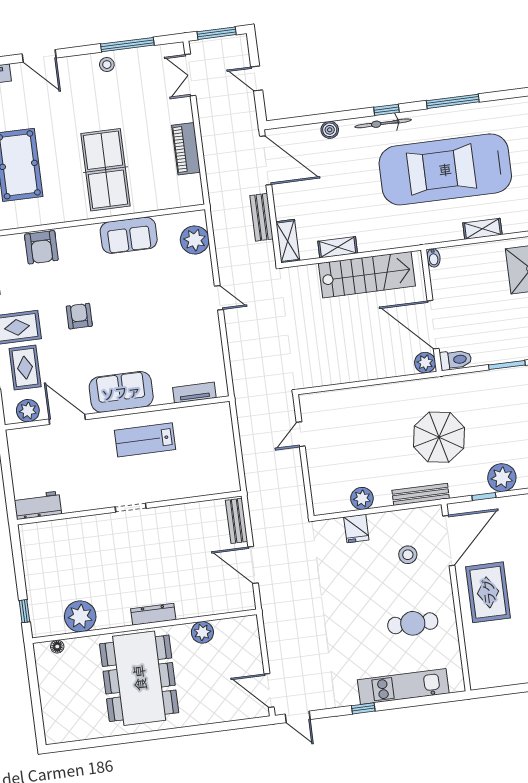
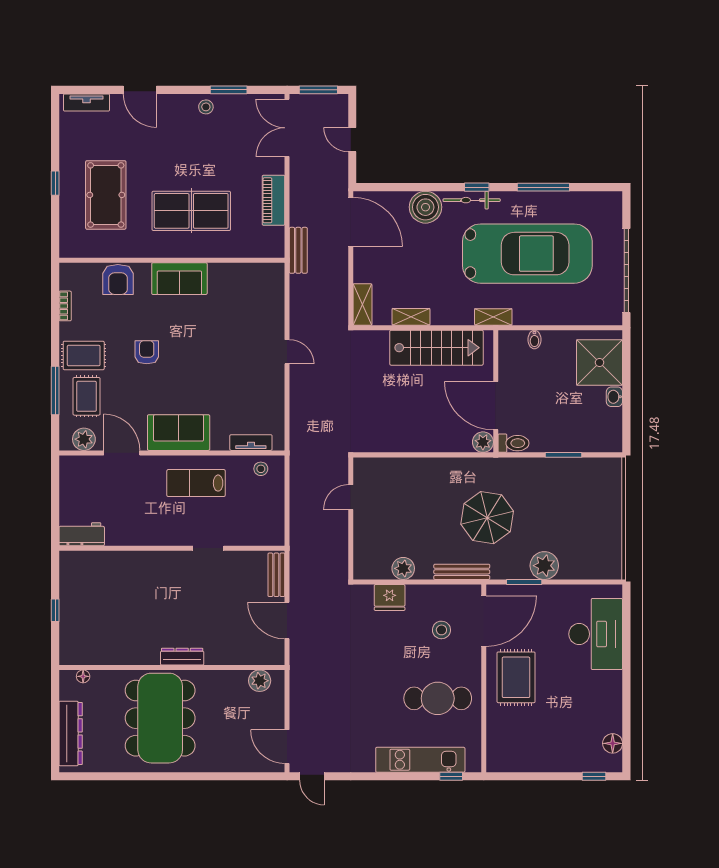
window: (127, 45) -> (229, 90), width x0.69
double door: (190, 75) -> (287, 128), width x1.37
boiler: (330, 130) -> (425, 207), width x1.86, depth x1.86
car: (445, 169) -> (527, 254), turned 180
table tennis table: (106, 170) -> (191, 211), turned 90
bench: (261, 217) -> (298, 250), moved
shelving: (482, 229) -> (493, 317), moved
sofa: (129, 235) -> (179, 279), moved
plant: (195, 240) -> (271, 292), removed
bidet: (433, 258) -> (534, 340), moved
stool: (208, 418) -> (261, 469), added
window: (484, 497) -> (524, 582), width x1.50
doorway: (131, 508) -> (208, 548), moved
fridge: (356, 528) -> (390, 597), width x1.38
window: (24, 611) -> (55, 610), moved
plant: (80, 616) -> (110, 649), removed
cafe table: (413, 623) -> (438, 698), width x1.37, depth x1.35
plant: (202, 632) -> (260, 681), moved
dresser: (52, 705) -> (71, 733), added
window: (363, 708) -> (451, 776), moved

